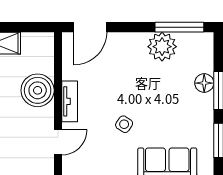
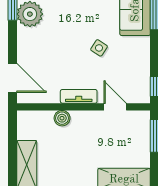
boiler: (38, 90) -> (62, 118), width x0.54, depth x0.54

